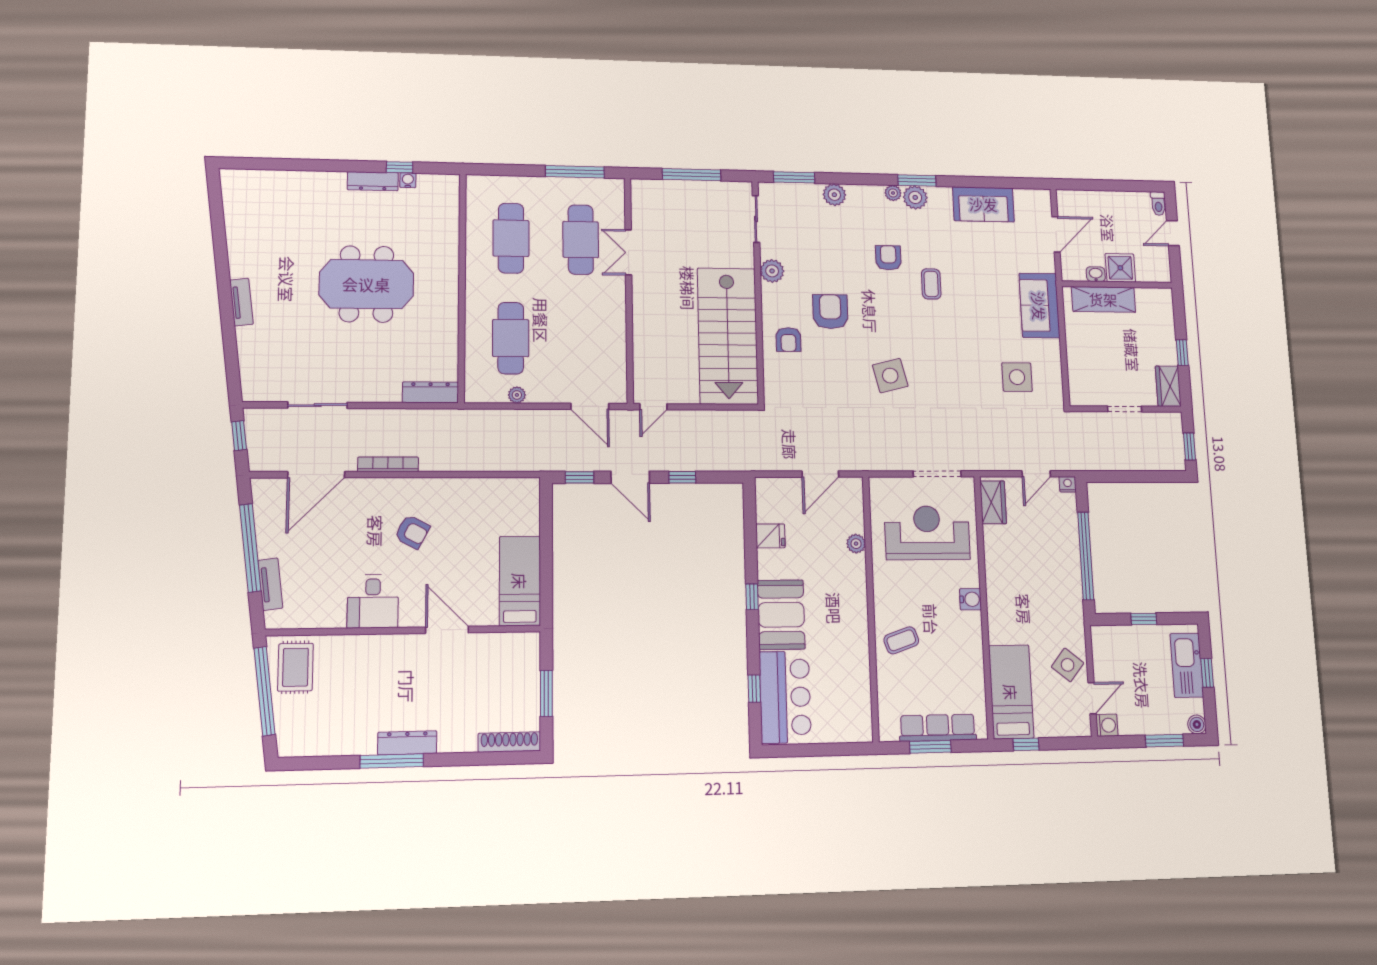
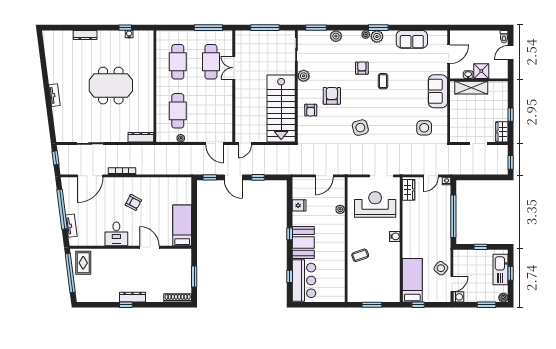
dresser: (373, 181) -> (85, 35), moved
row of seats: (938, 728) -> (376, 296), removed
window: (392, 761) -> (126, 305), width x0.46

